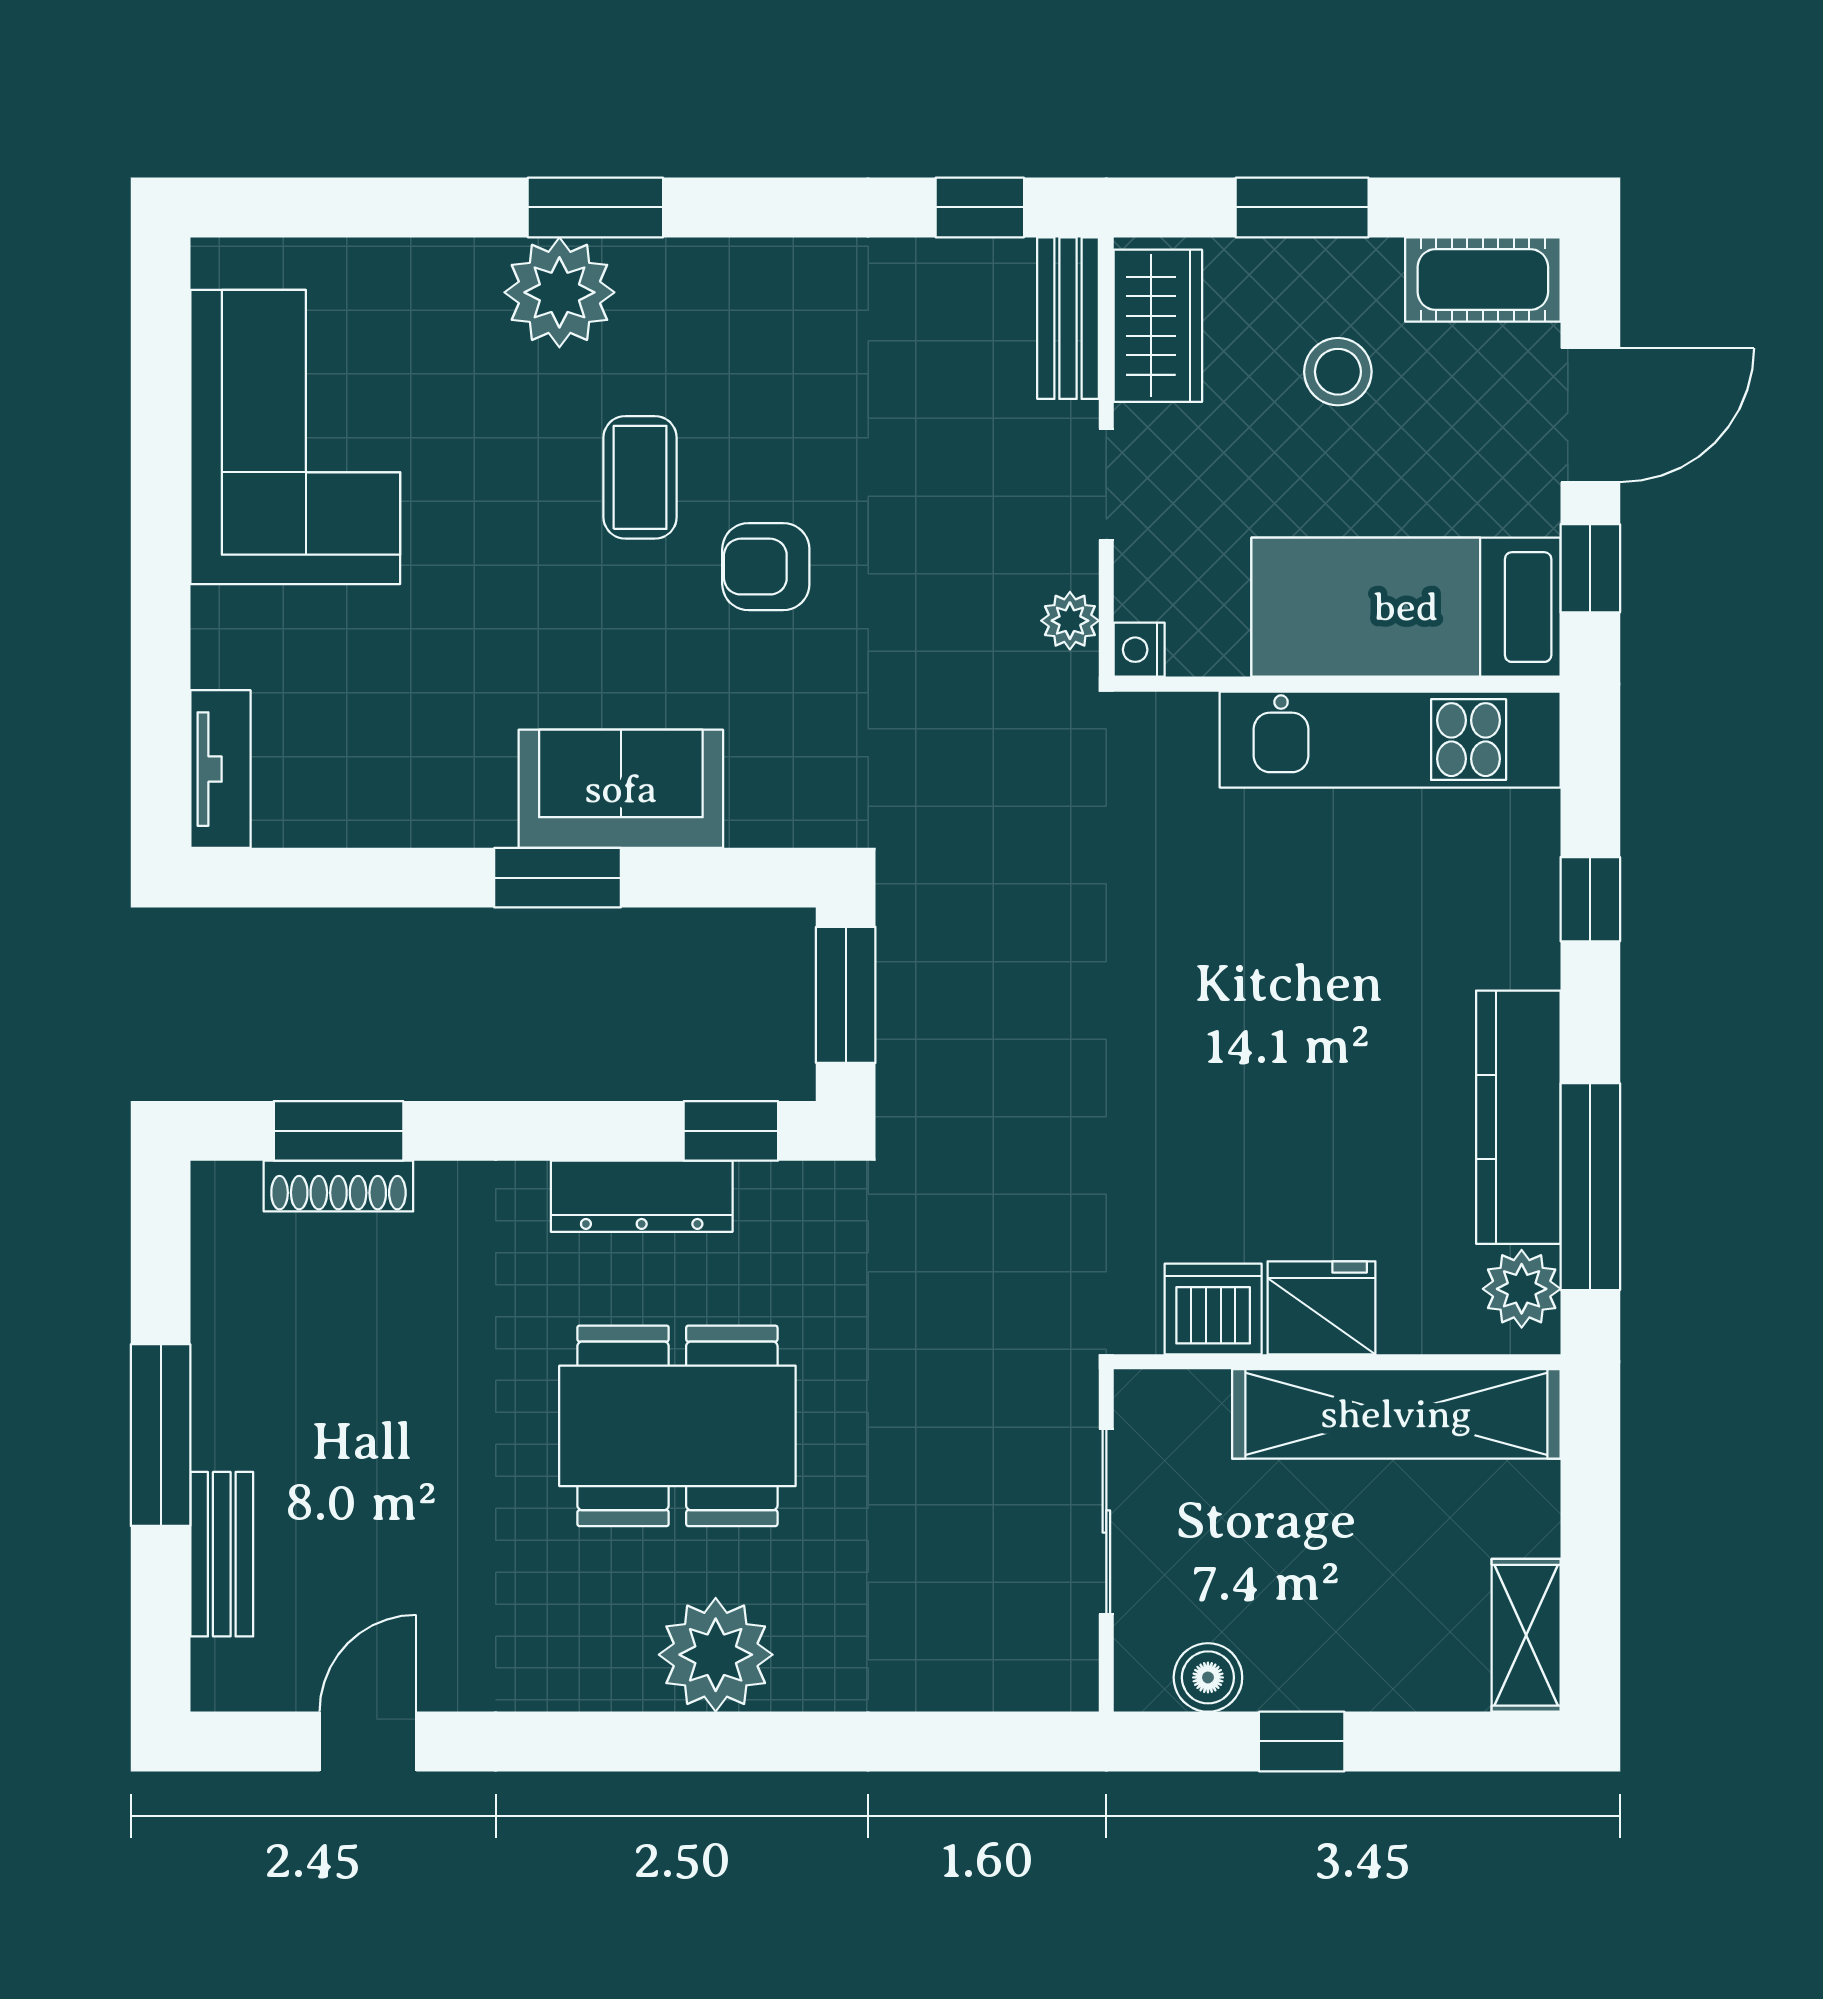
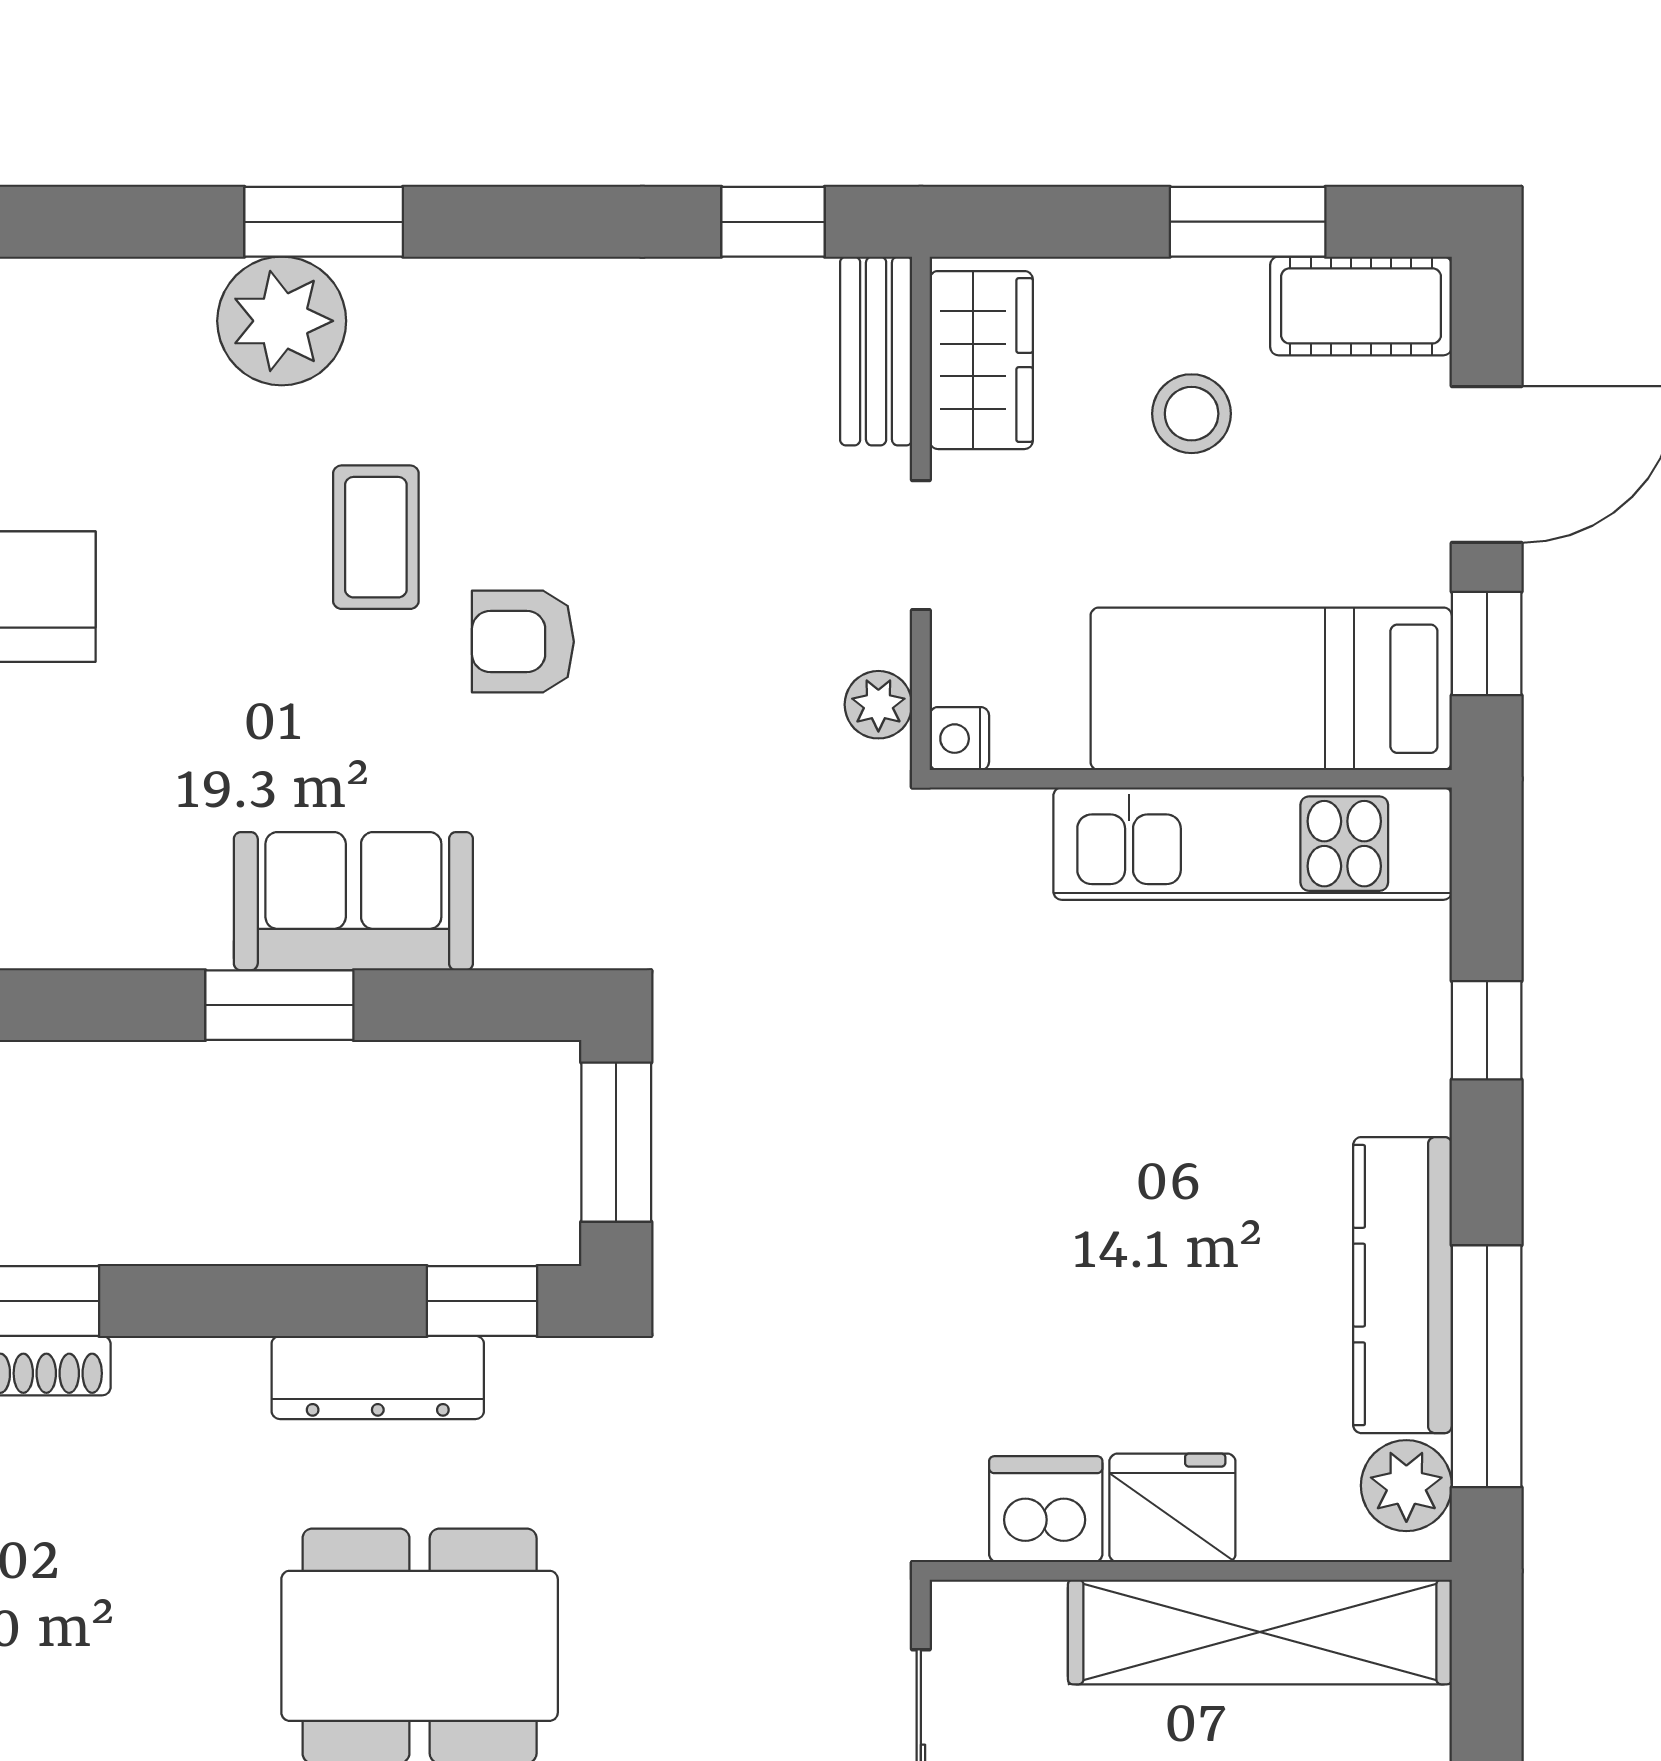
window: (1302, 207) -> (1248, 222), moved

